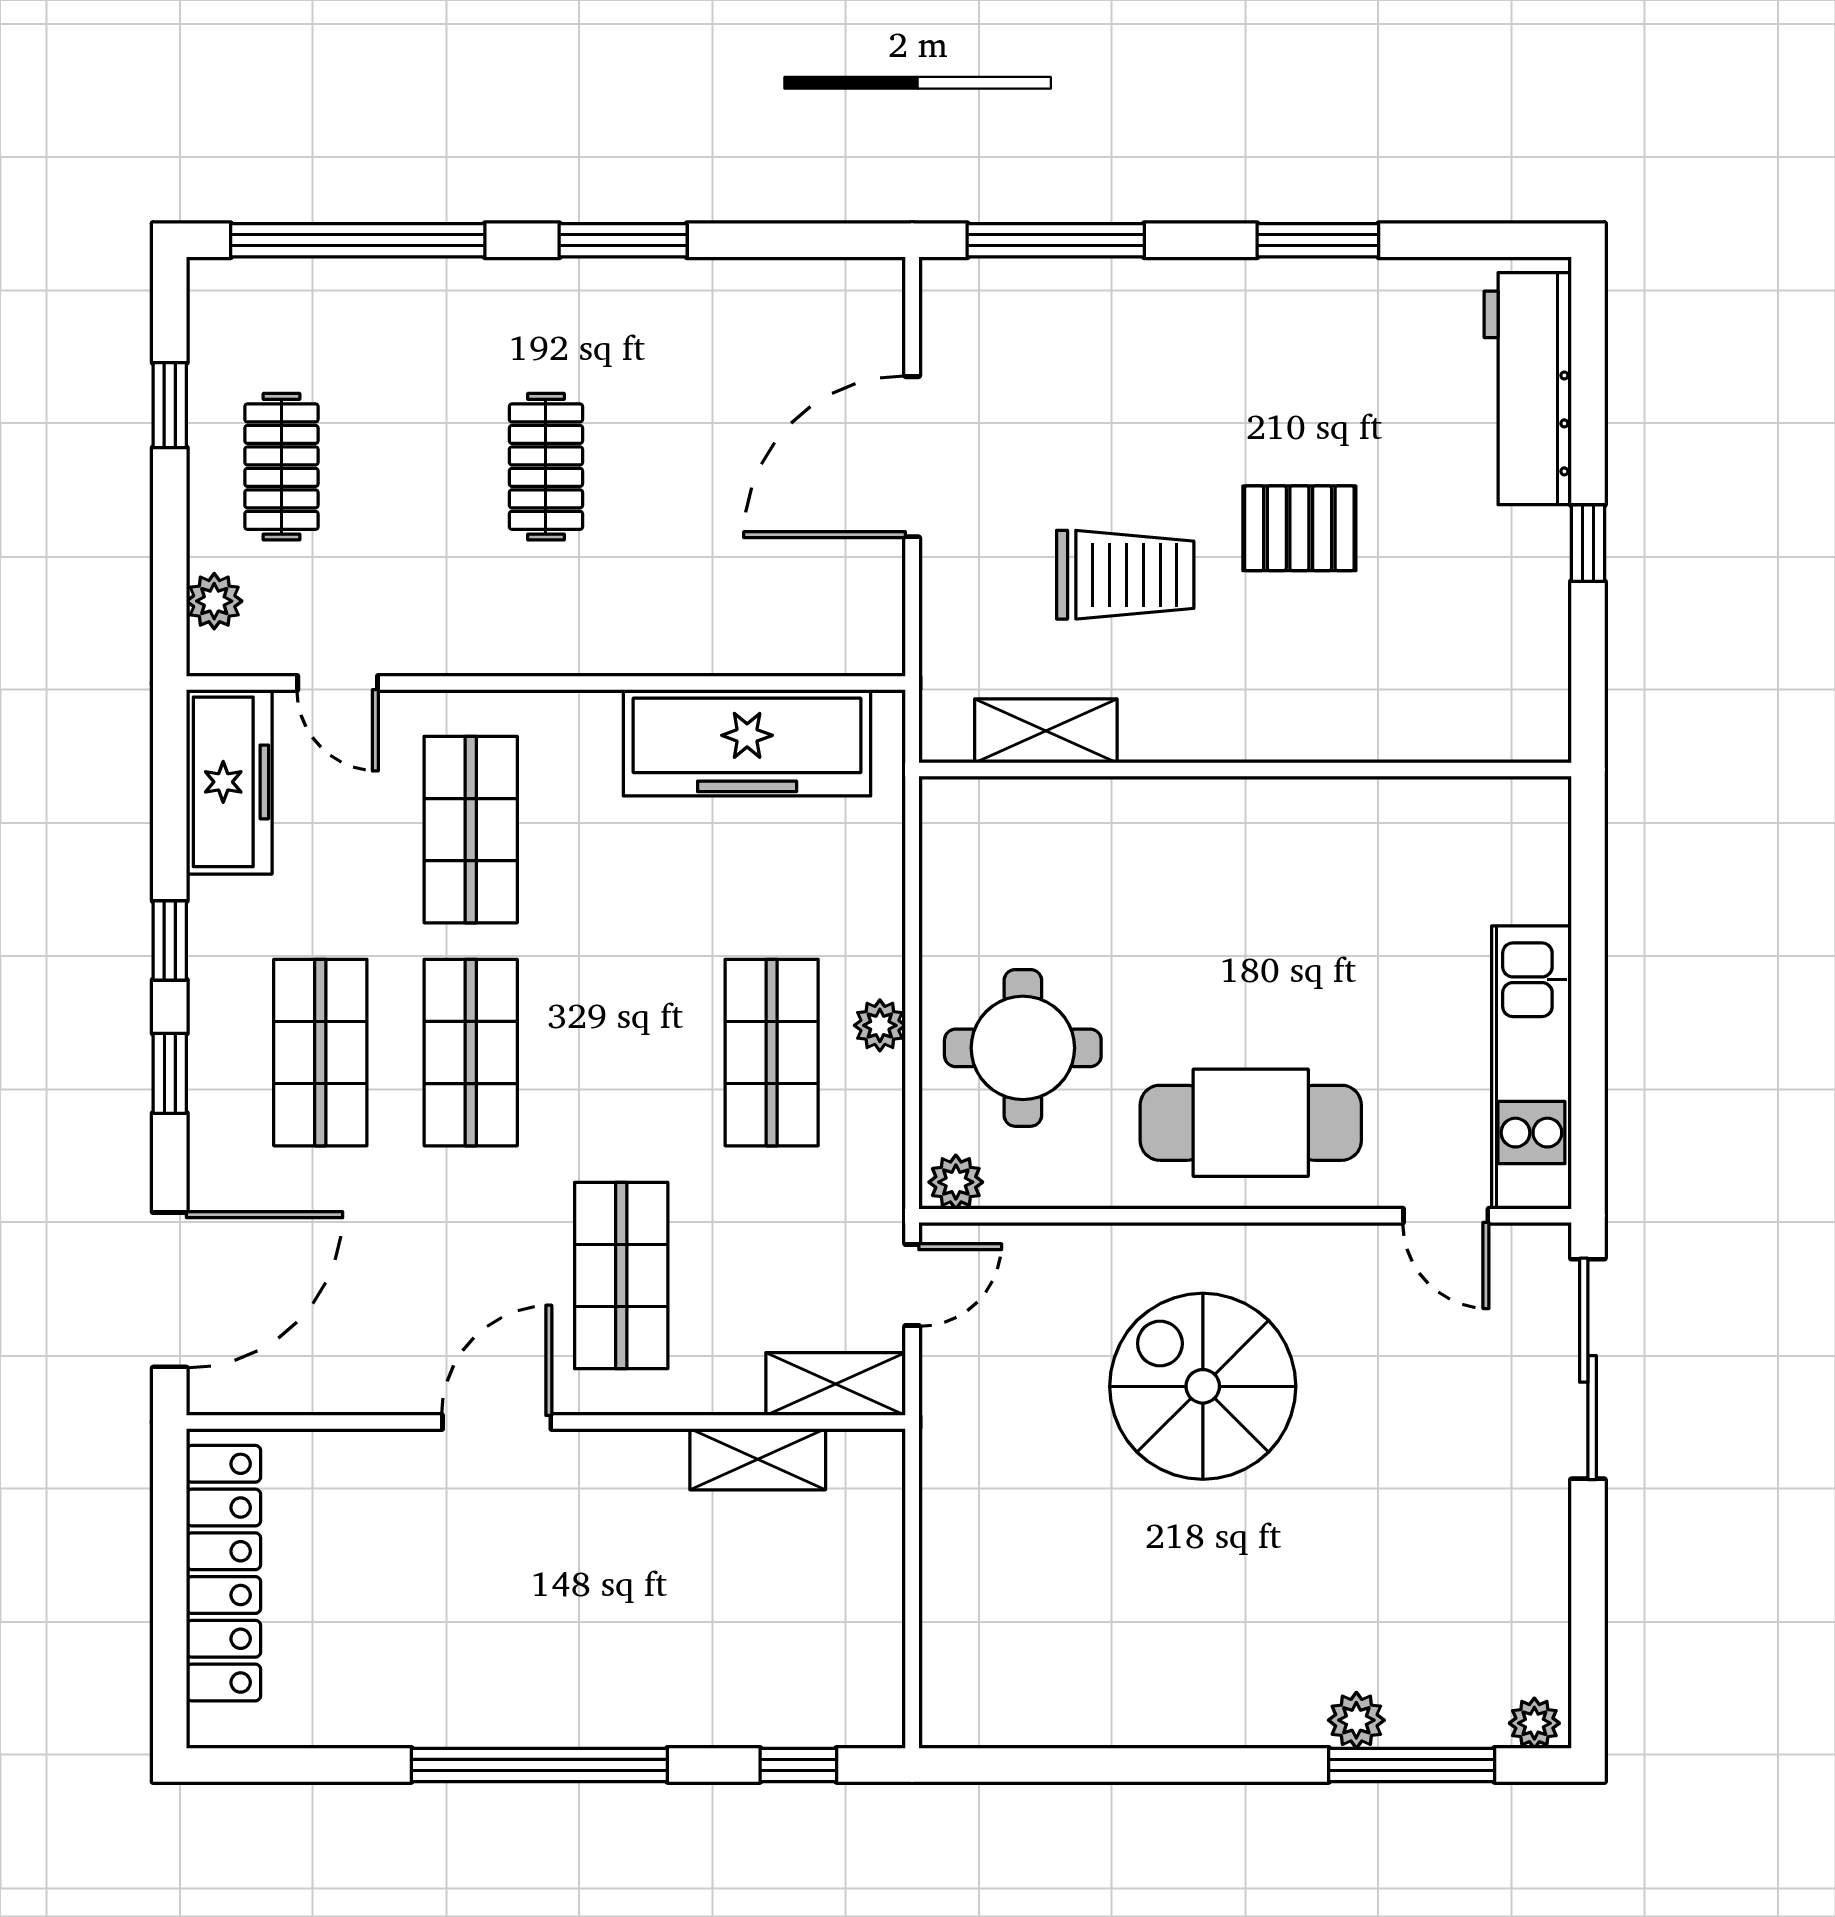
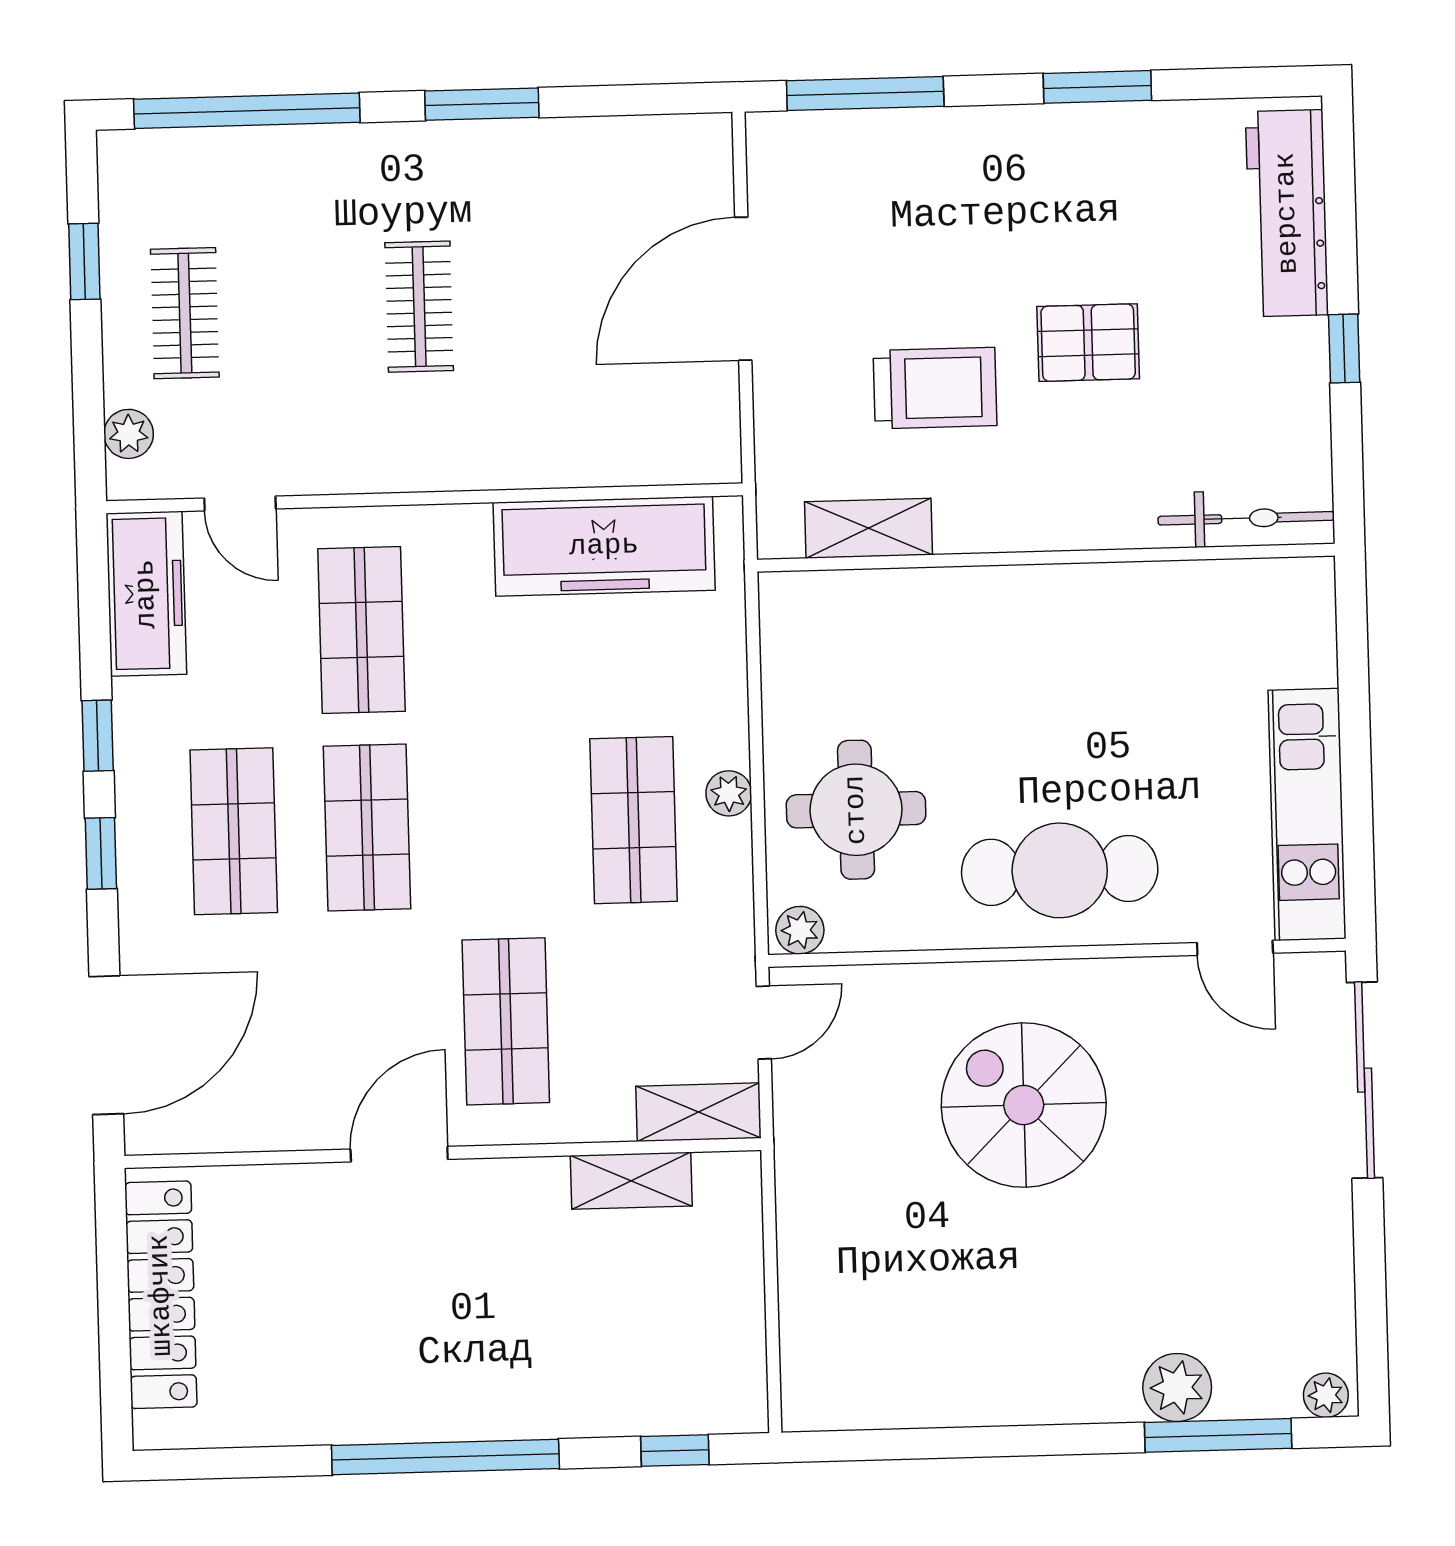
bicycle: (1472, 731) -> (1246, 518), added
plant: (1356, 1720) -> (1177, 1387), width x1.38, depth x1.38

